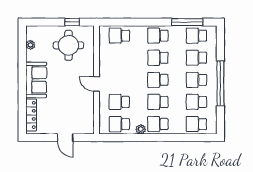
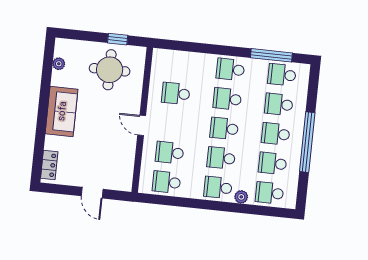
school desk: (119, 36) -> (176, 93), moved
locker: (31, 115) -> (49, 165), width x0.66
plant: (141, 129) -> (241, 197), moved

